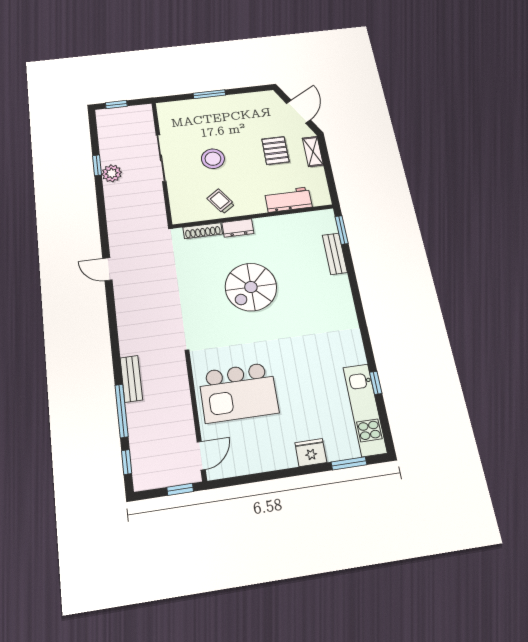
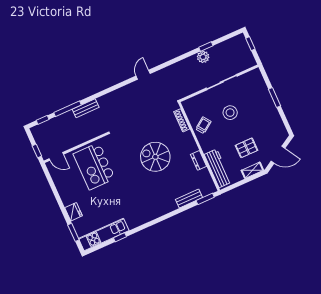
workbench: (288, 200) -> (218, 168), width x1.38
dresser: (238, 228) -> (199, 160), moved

